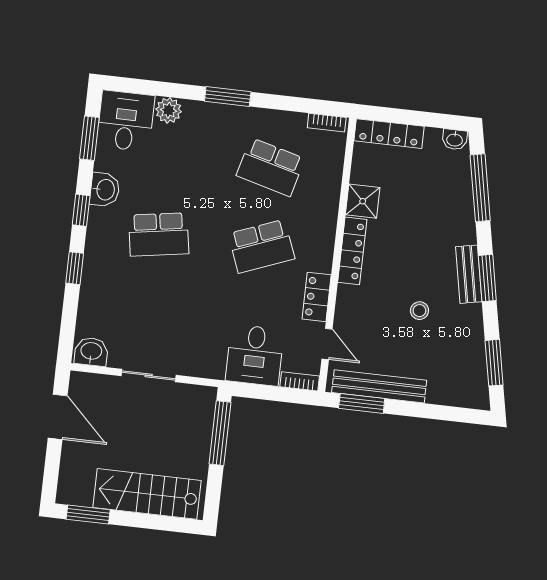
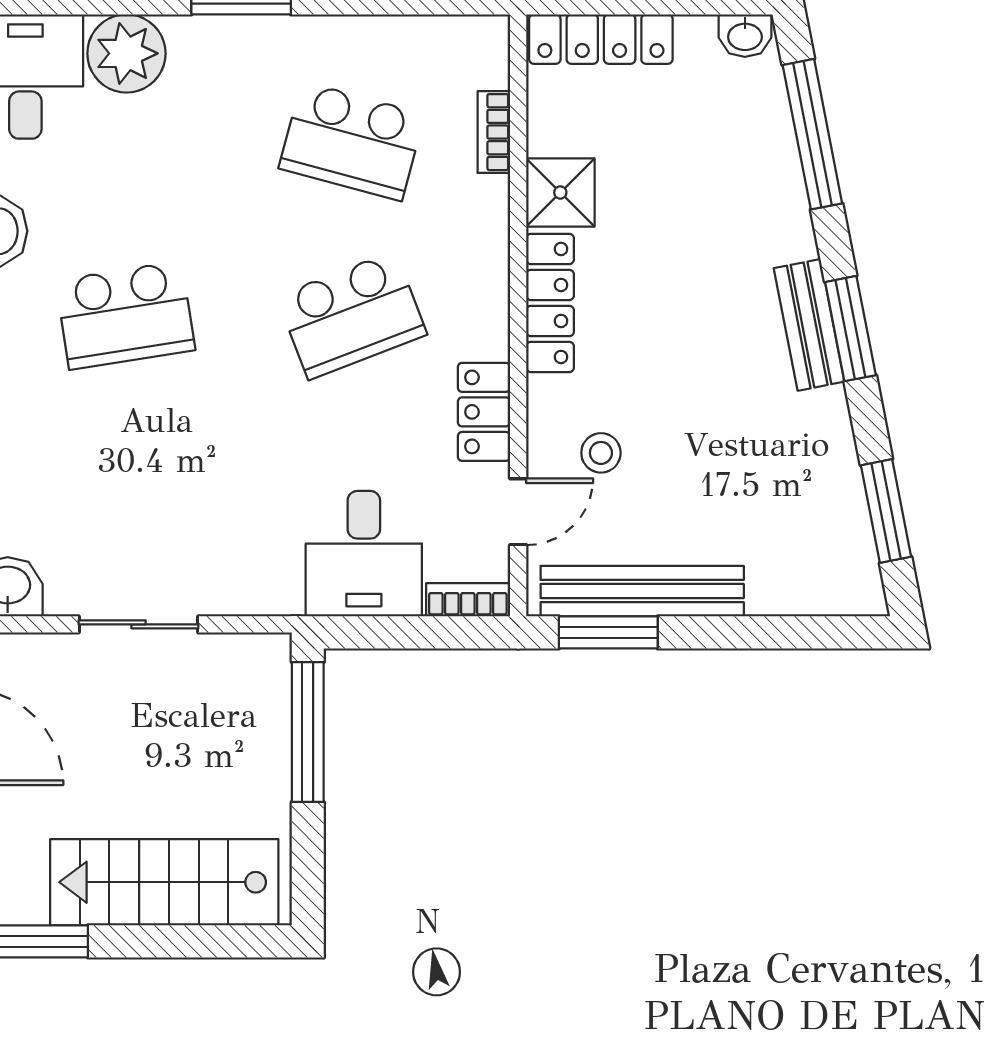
plant: (169, 110) -> (126, 53), width x1.36, depth x1.36
bookcase: (327, 123) -> (494, 132), moved, turned 90
stool: (419, 311) -> (601, 453), moved
door: (327, 344) -> (518, 512), hinge flipped

